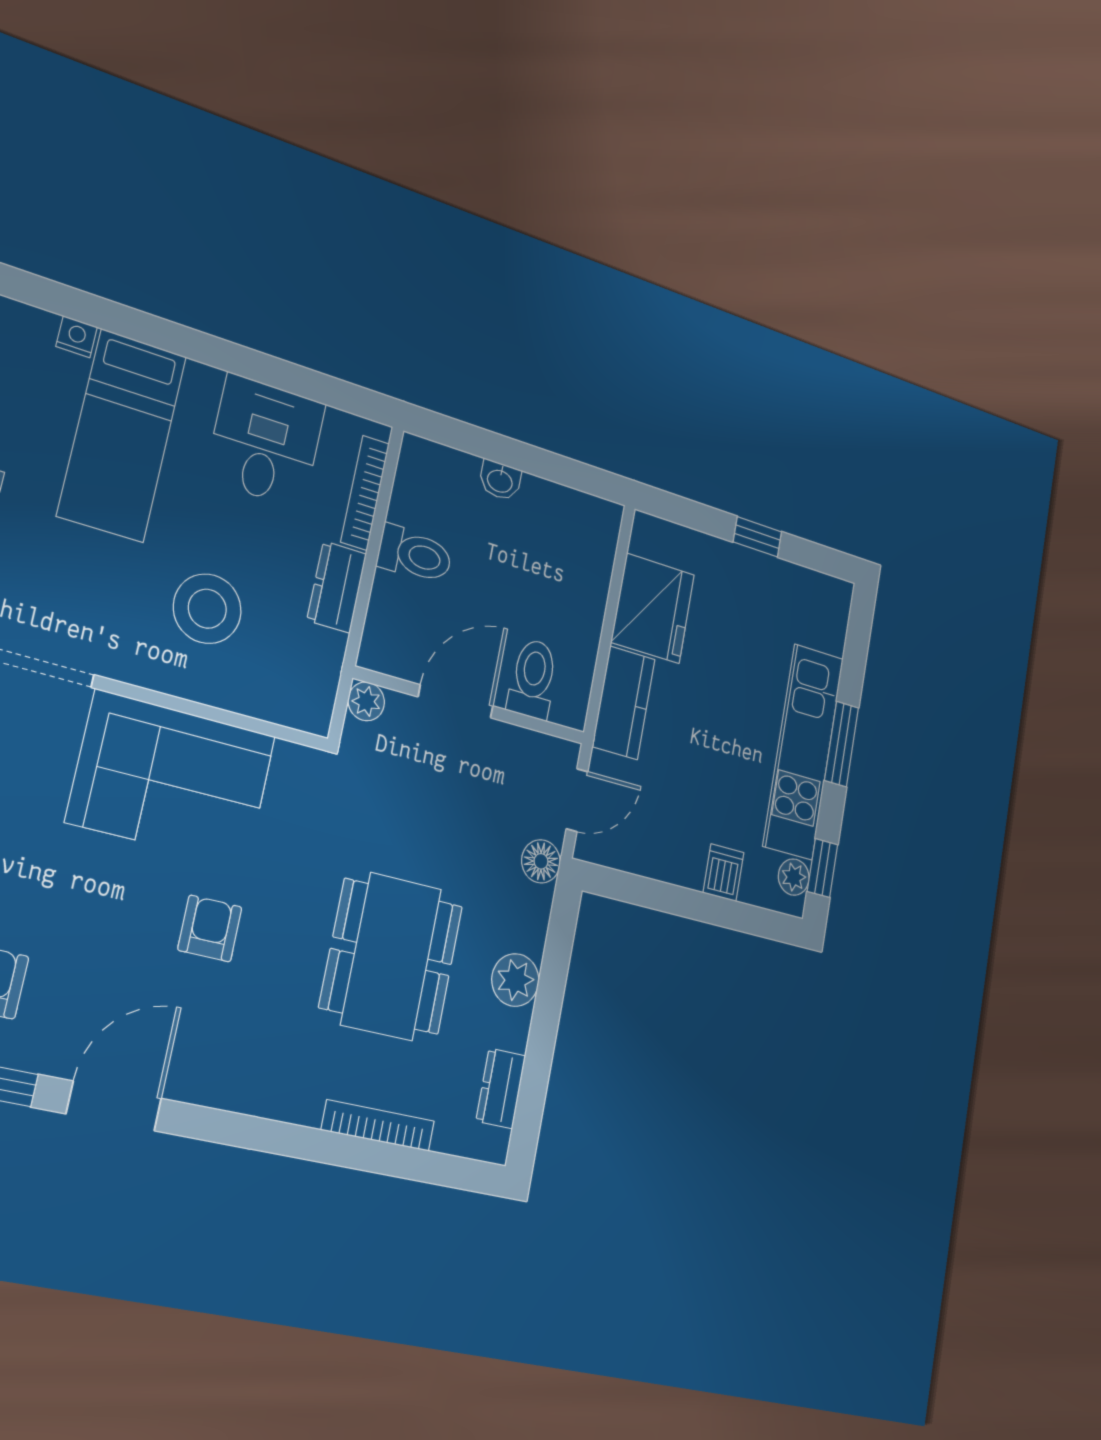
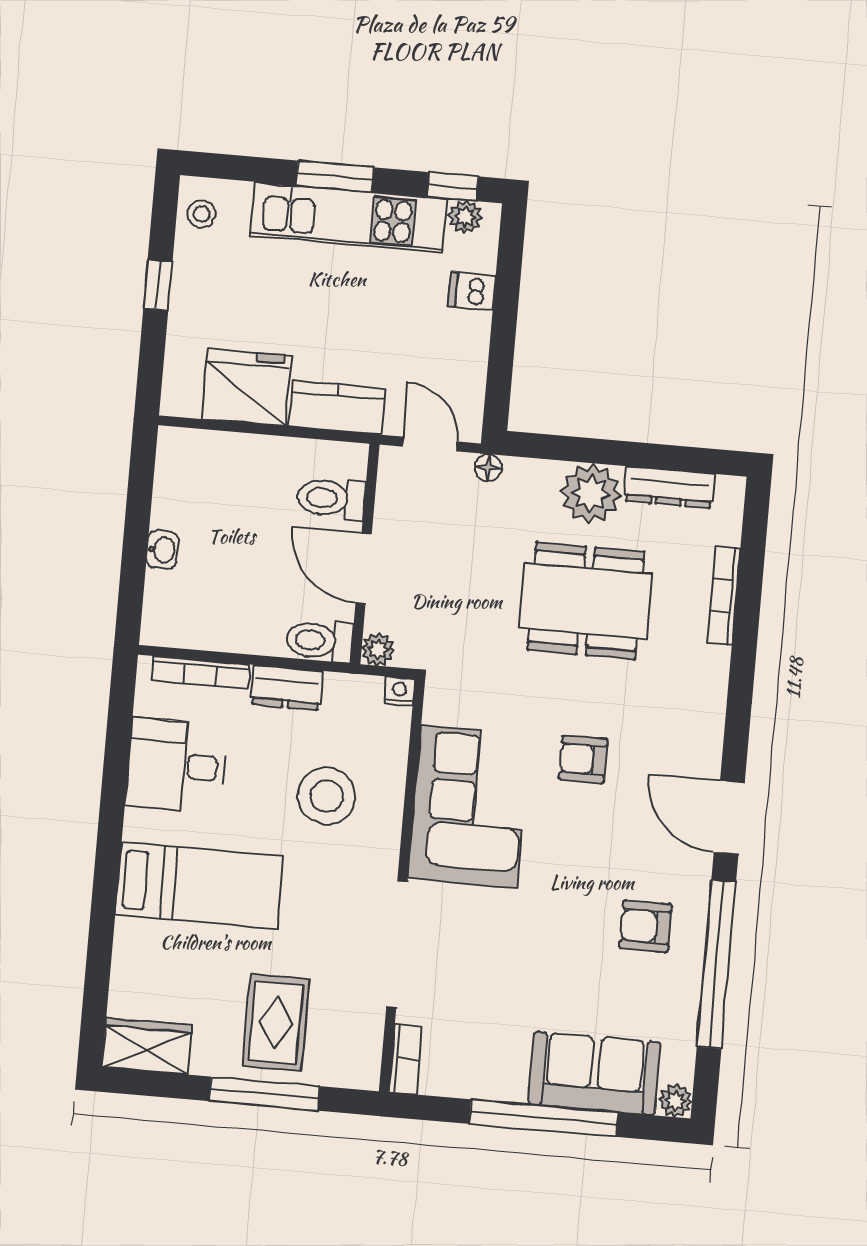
nightstand: (77, 337) -> (400, 691), moved, turned 90
toilet: (415, 555) -> (319, 641), moved, turned -90
stool: (819, 597) -> (202, 214), added
floor lamp: (541, 861) -> (488, 468), width x0.73, depth x0.73
plant: (515, 980) -> (591, 493), width x1.36, depth x1.36
dresser: (501, 1088) -> (670, 487), width x1.44

